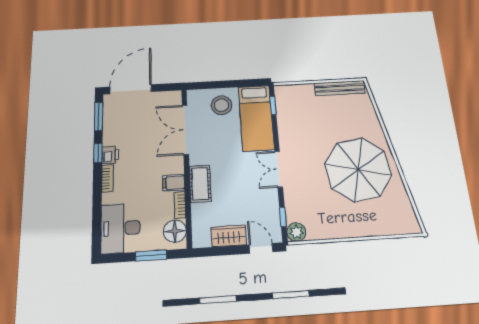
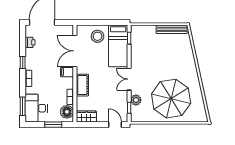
window: (99, 116) -> (23, 106), moved
printer: (110, 155) -> (30, 42), moved
parasol: (358, 169) -> (171, 99), moved
filing cabinet: (174, 183) -> (67, 72), moved
plant: (296, 232) -> (136, 100), moved
wardrobe: (229, 236) -> (86, 117), moved

